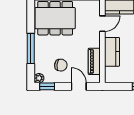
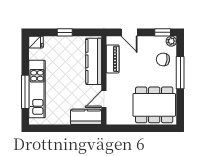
kitchen counter: (112, 52) -> (94, 61), width x1.50
chair: (61, 65) -> (163, 59), moved

